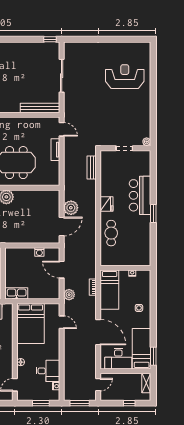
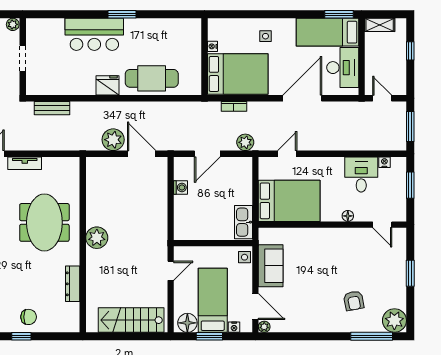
cafe table: (111, 233) -> (152, 78), width x1.37, depth x1.35
bed: (110, 290) -> (238, 74), width x1.50

